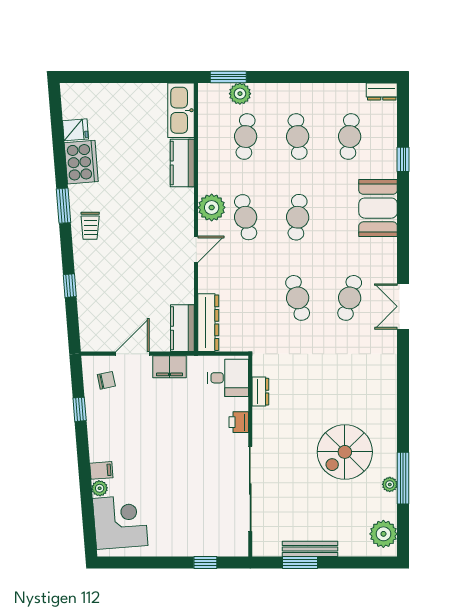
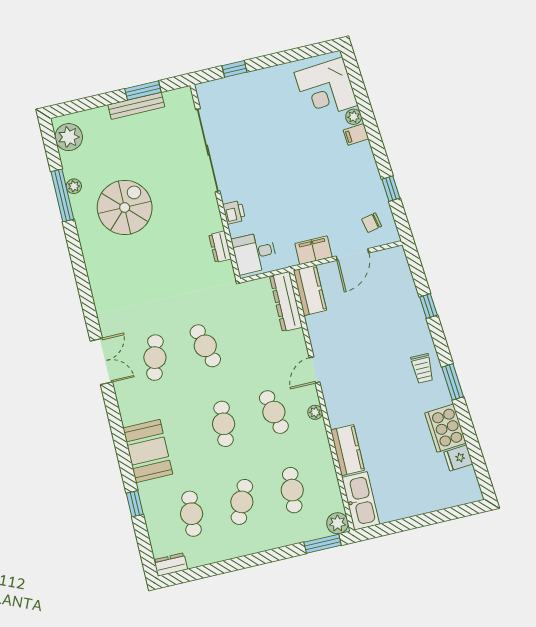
plant: (240, 94) -> (338, 523), moved
cafe table: (298, 137) -> (242, 502), turned 30
plant: (212, 207) -> (315, 412), width x0.53, depth x0.53
trolley: (90, 226) -> (422, 368), turned 180

